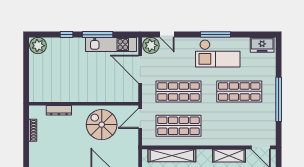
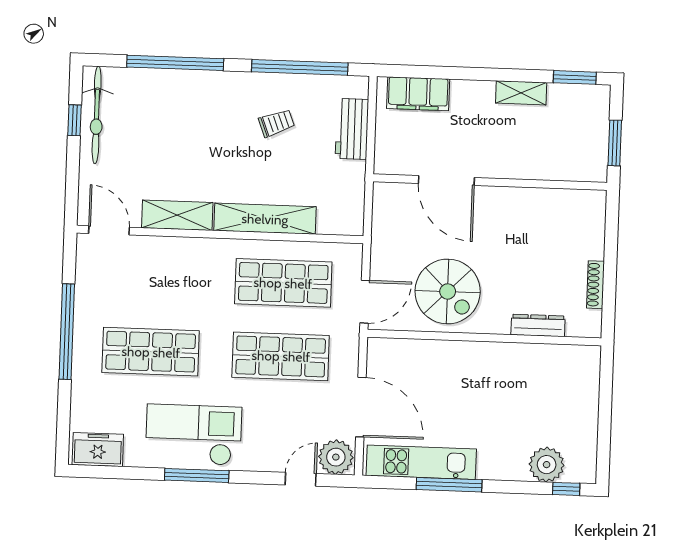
window: (66, 35) -> (566, 489), moved
door: (167, 35) -> (301, 479), hinge flipped
plant: (38, 46) -> (547, 465), moved
shelving: (172, 155) -> (265, 219), moved

